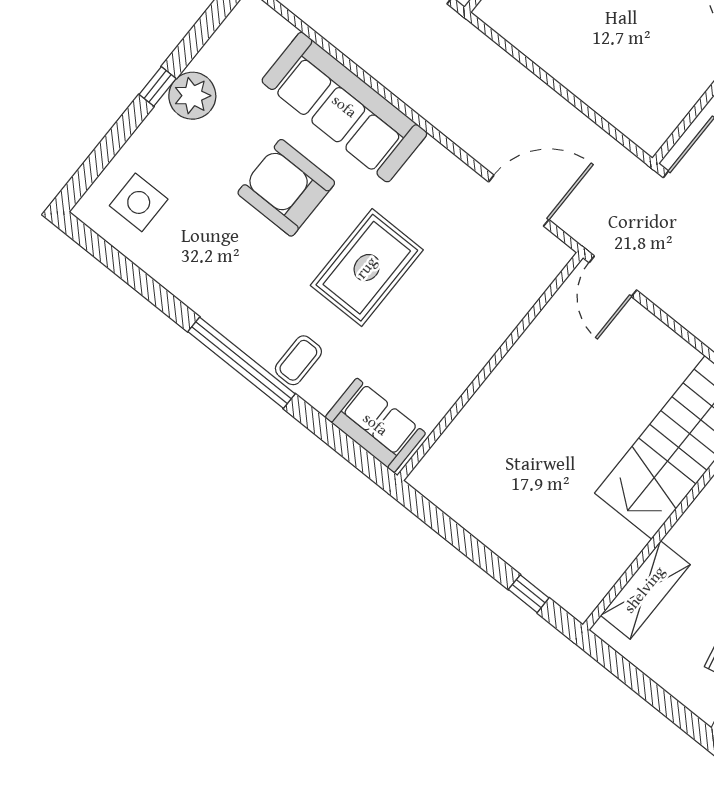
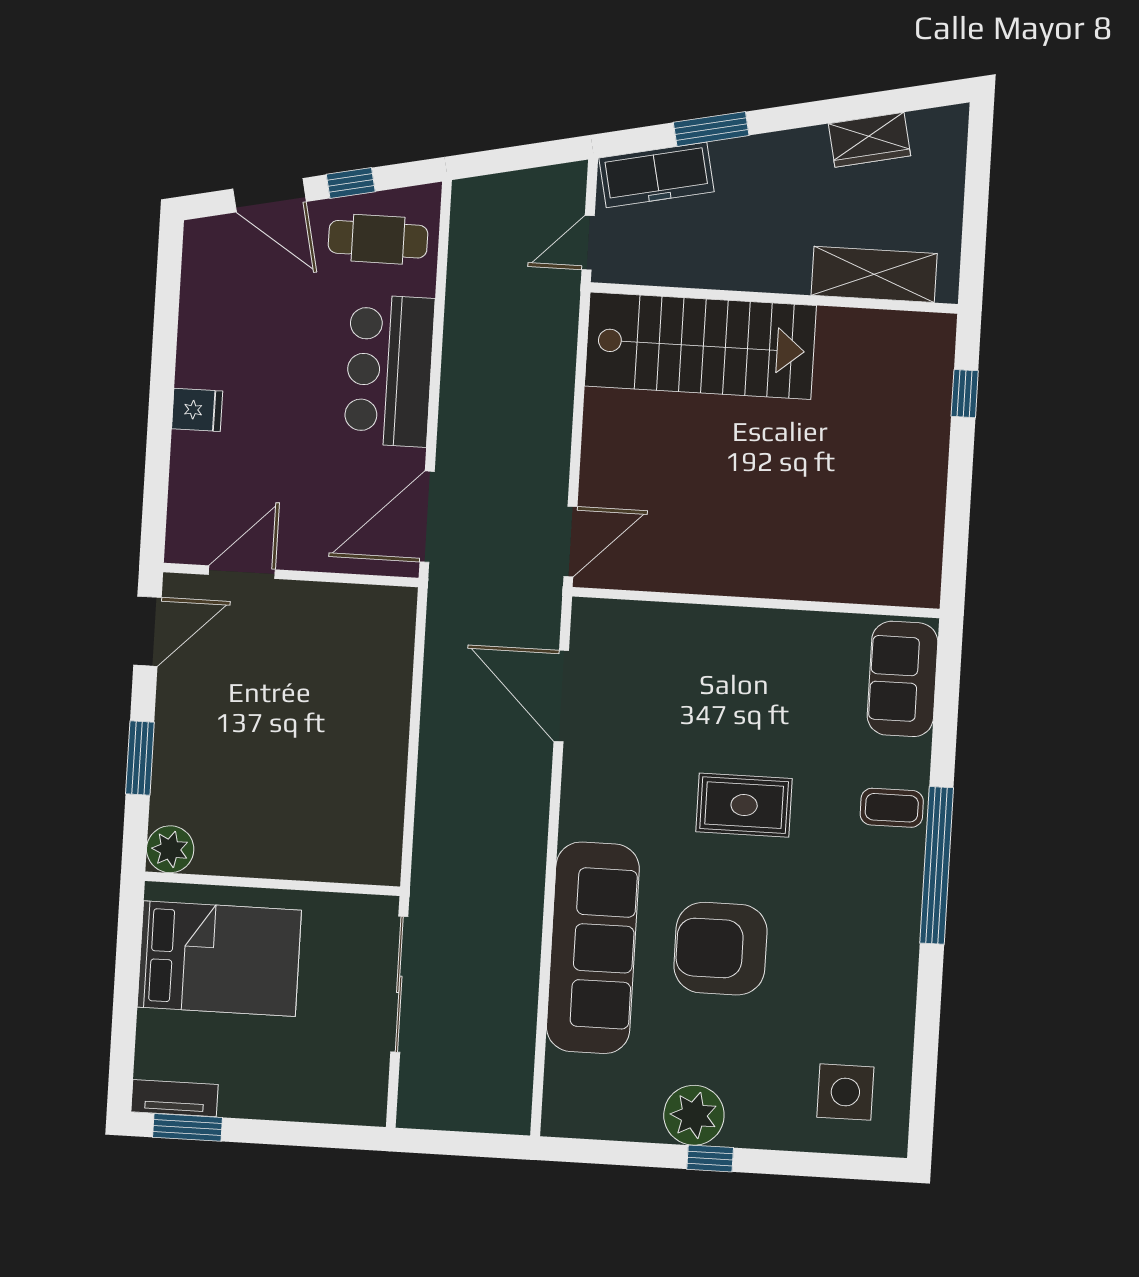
armchair: (286, 188) -> (720, 949), turned 90
rug: (367, 268) -> (744, 805), width x0.73, depth x0.70

